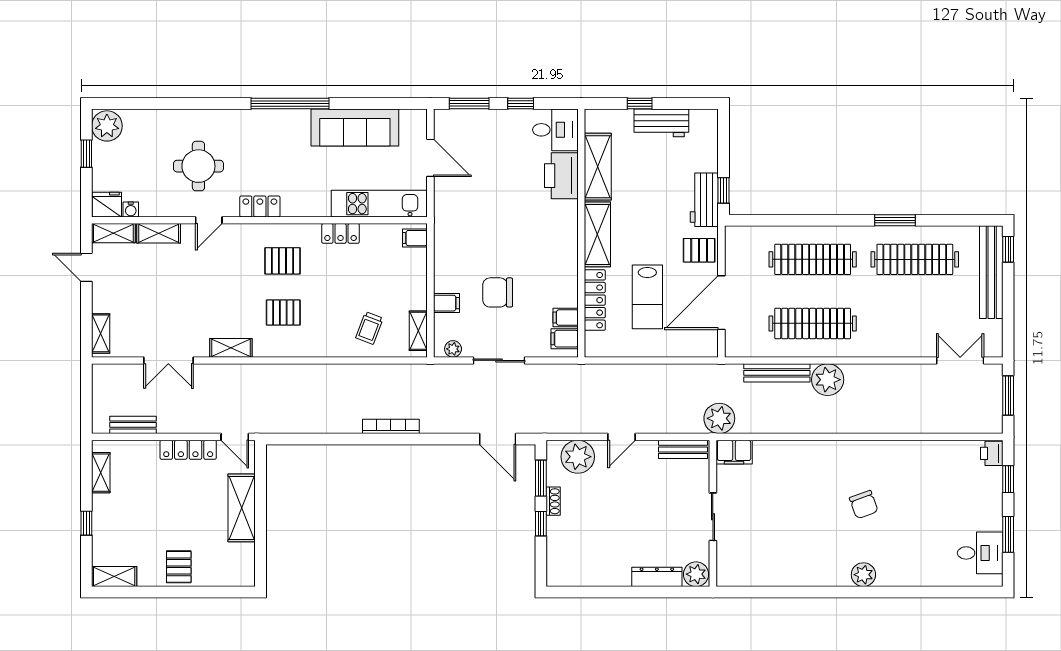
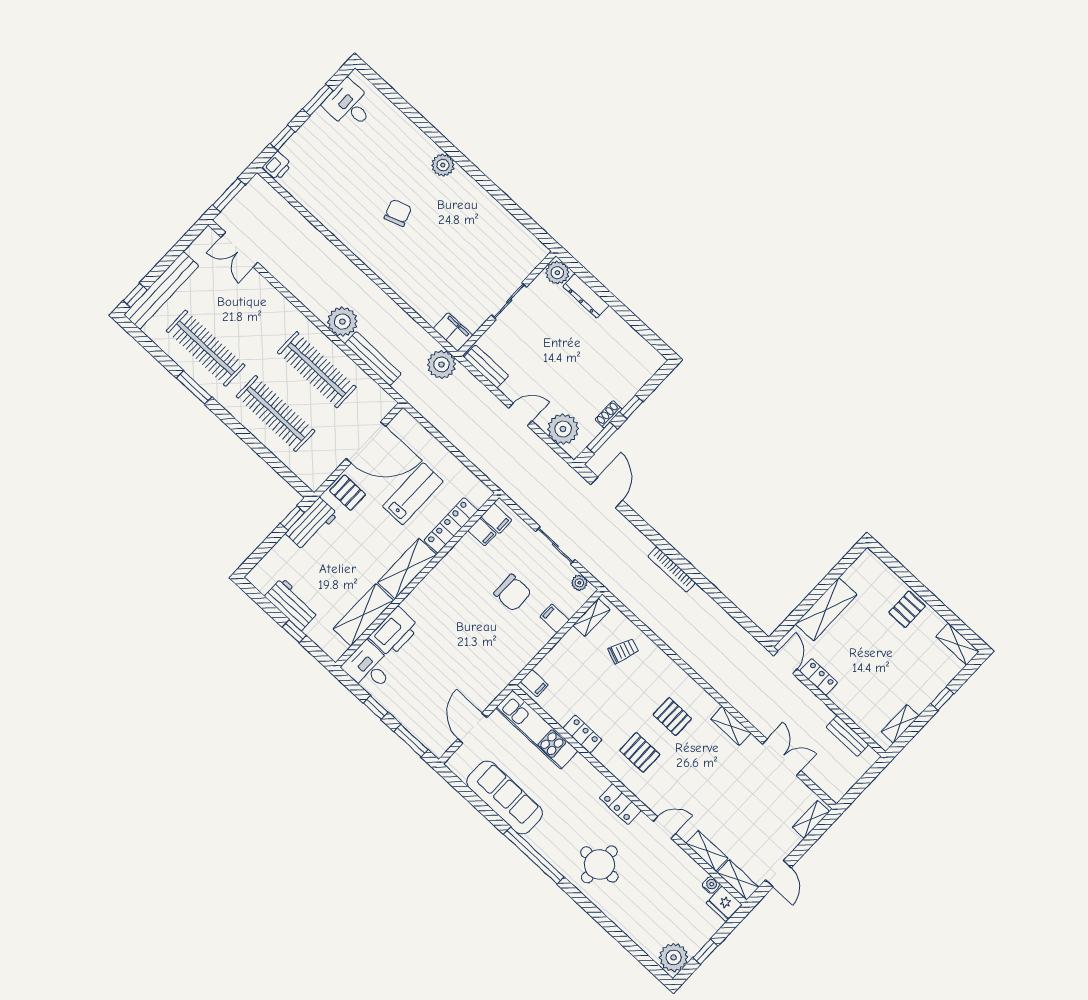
round table: (198, 166) -> (599, 864), moved
locker: (188, 450) -> (819, 677), width x0.66

